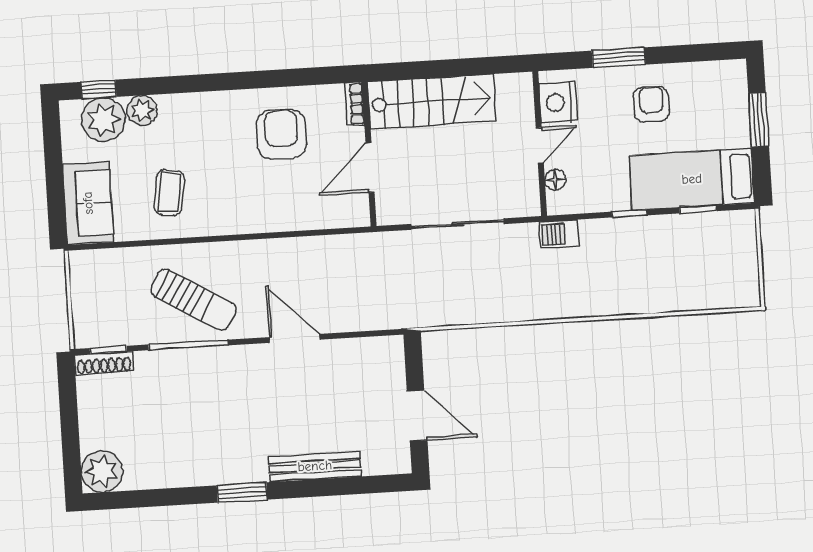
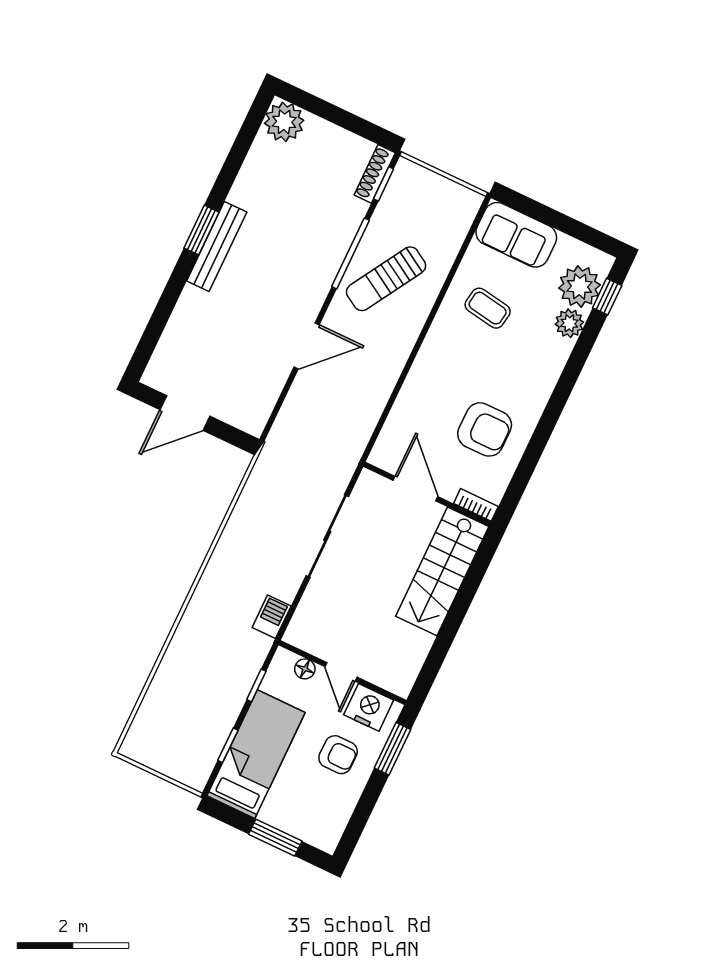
nightstand: (558, 102) -> (369, 707), moved
wall: (540, 144) -> (342, 673), moved
door: (540, 145) -> (341, 672), moved
floor lamp: (555, 180) -> (305, 669), moved
bench: (315, 466) -> (217, 247), moved

